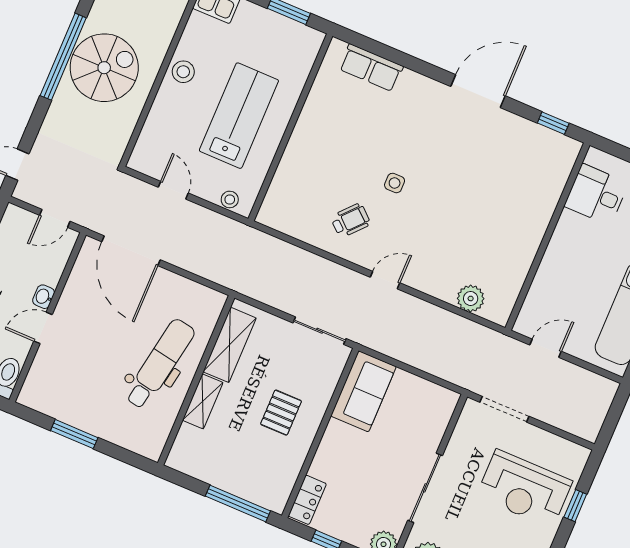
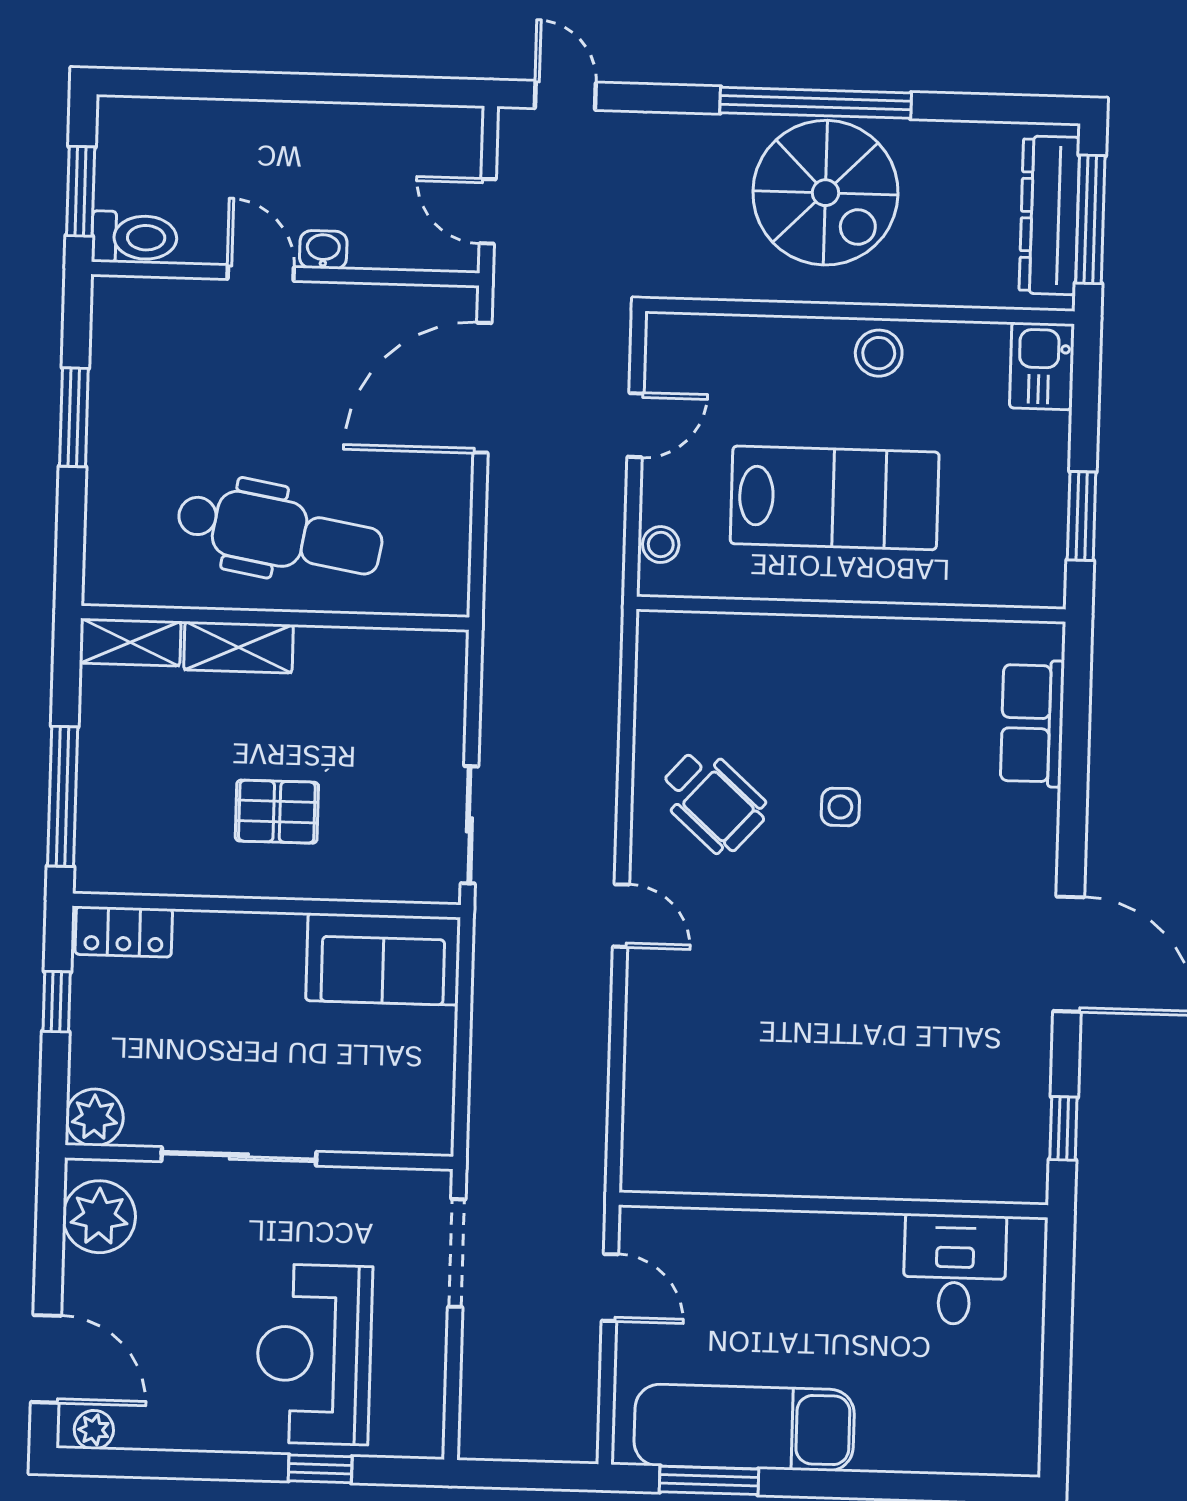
side table: (395, 183) -> (840, 807), moved
wheelchair: (350, 220) -> (713, 801), width x1.36, depth x1.37
plant: (471, 298) -> (651, 1100), removed
shelving: (230, 345) -> (130, 642), moved, width x0.67, depth x0.75

